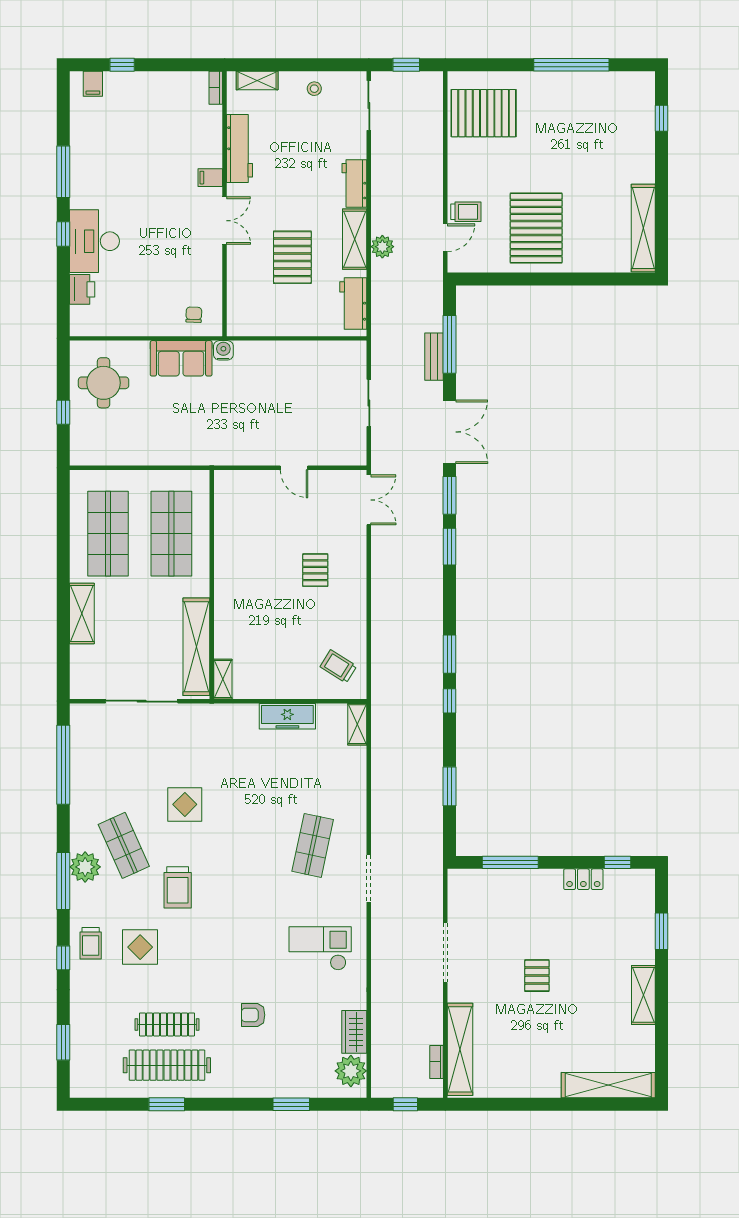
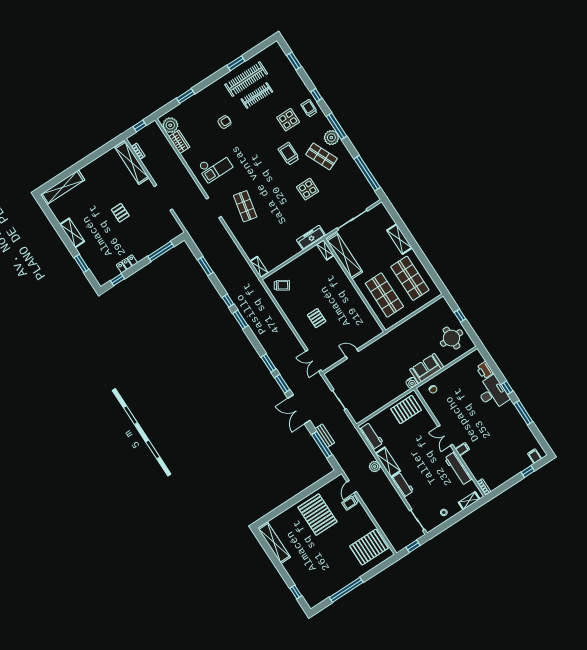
pallet: (292, 257) -> (406, 410), moved, turned 90
freezer: (287, 716) -> (311, 238), moved

